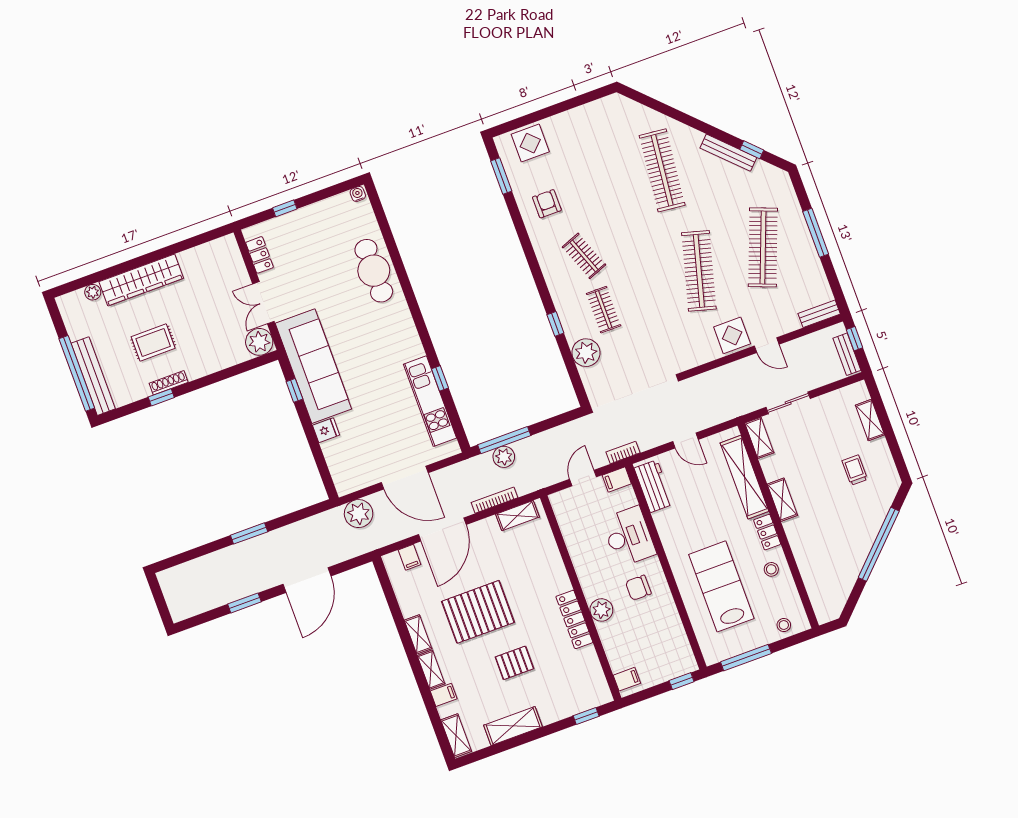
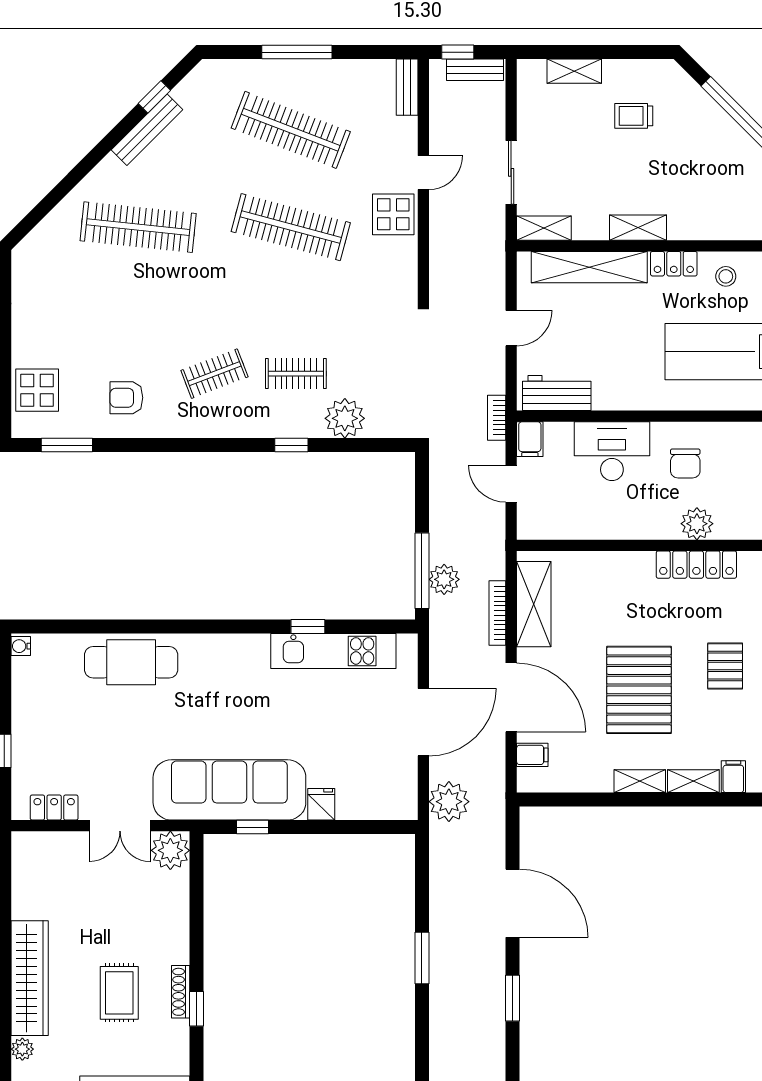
shelving: (518, 516) -> (534, 604), width x1.50, depth x1.33

